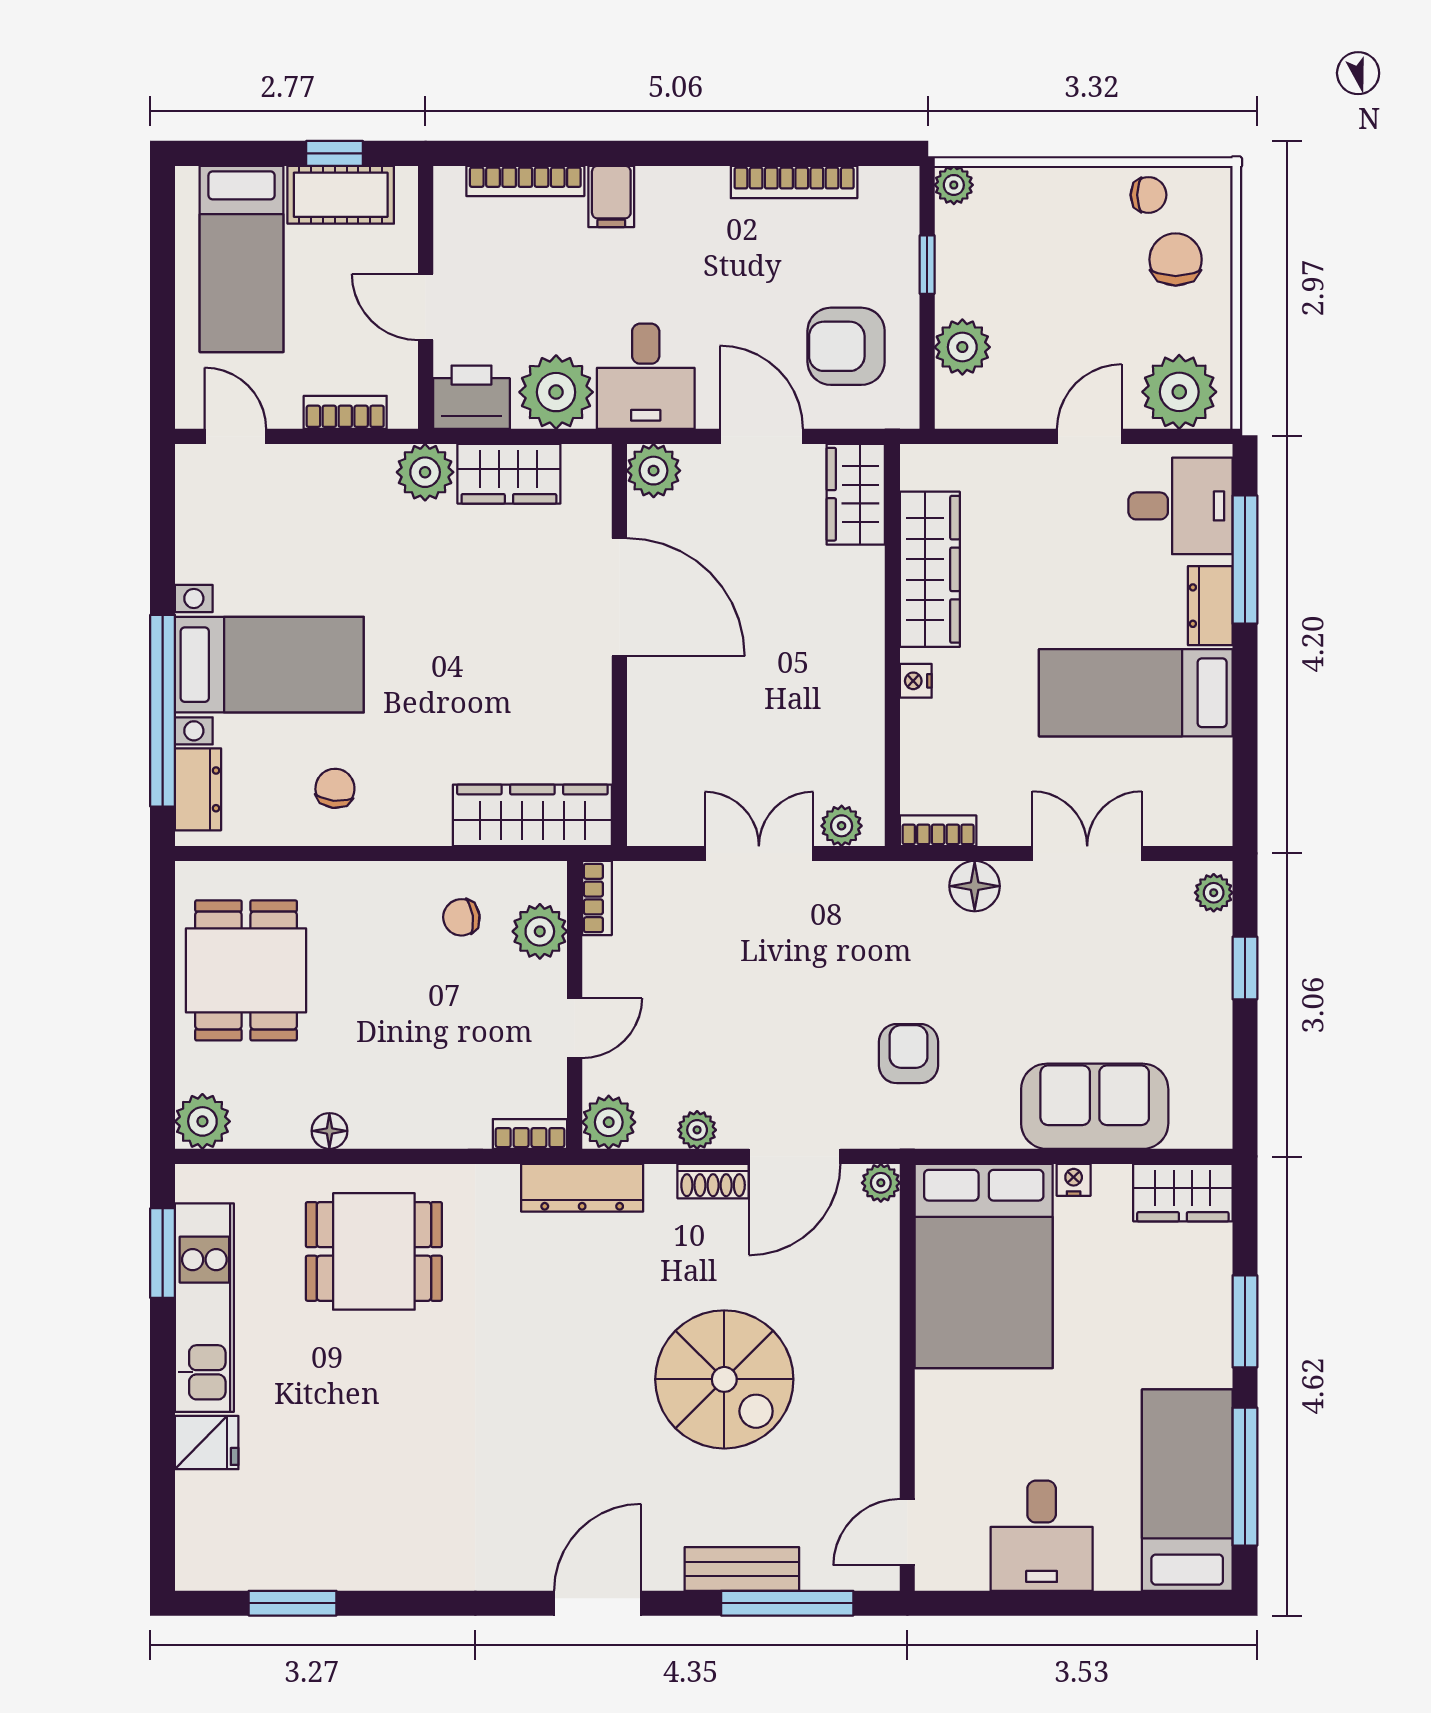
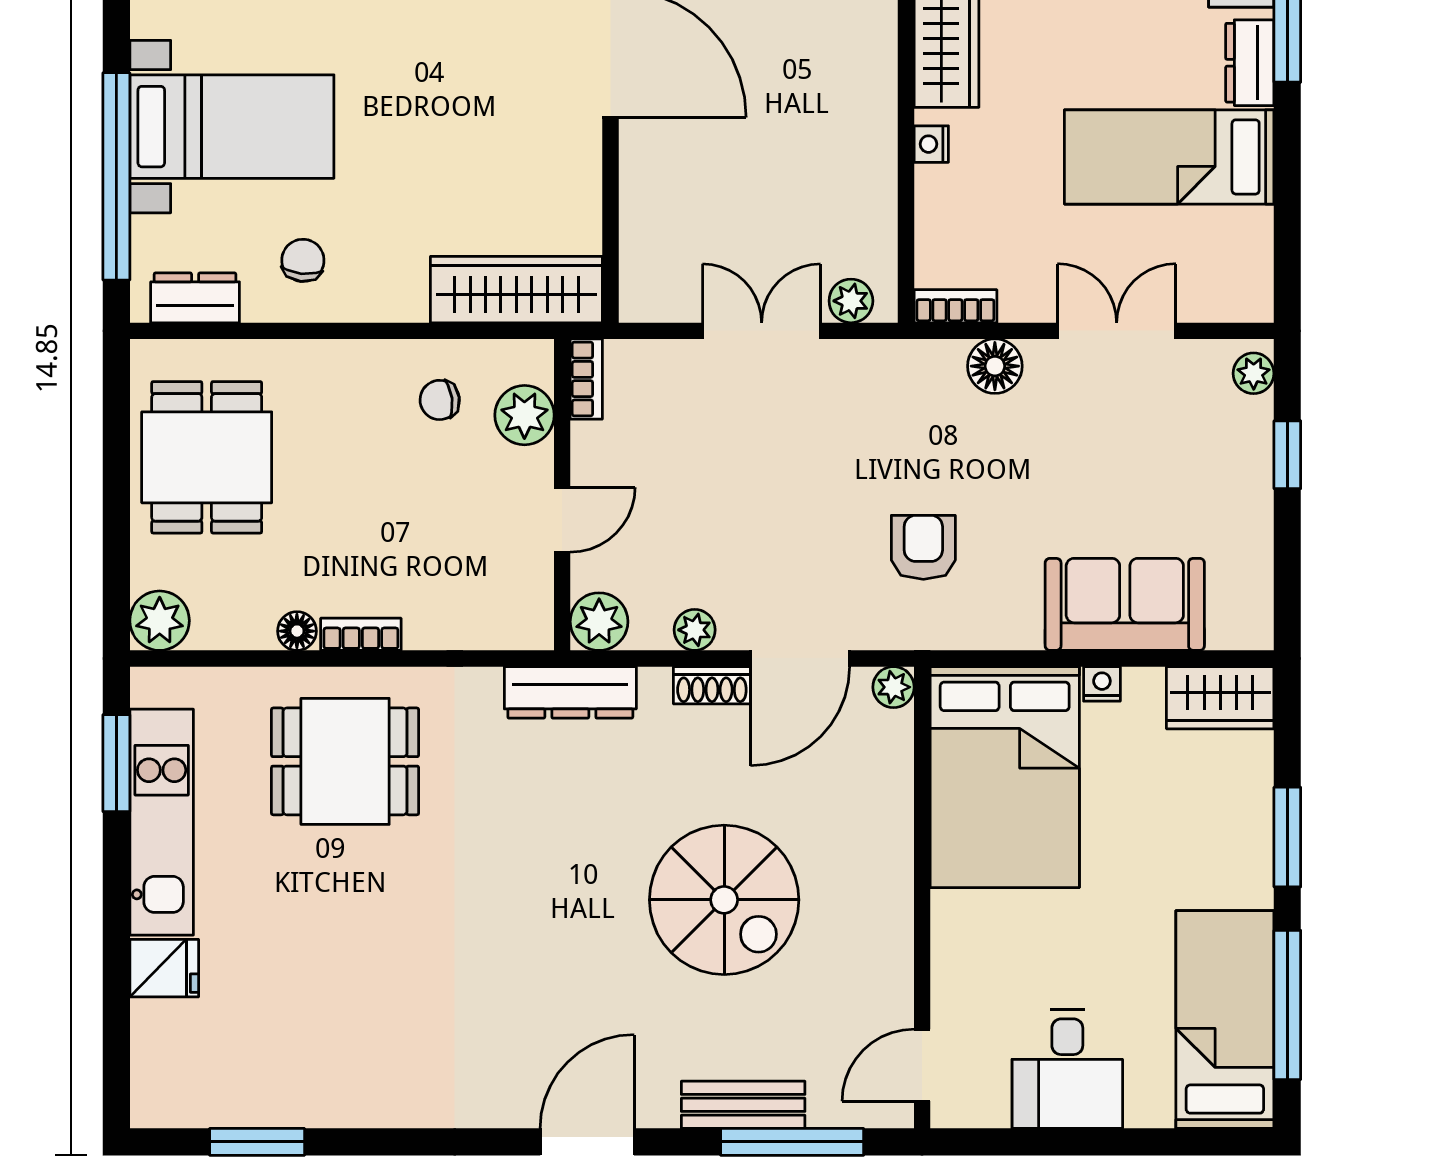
dresser: (198, 789) -> (195, 298), moved, turned -90
bookcase: (530, 1134) -> (361, 634), moved

